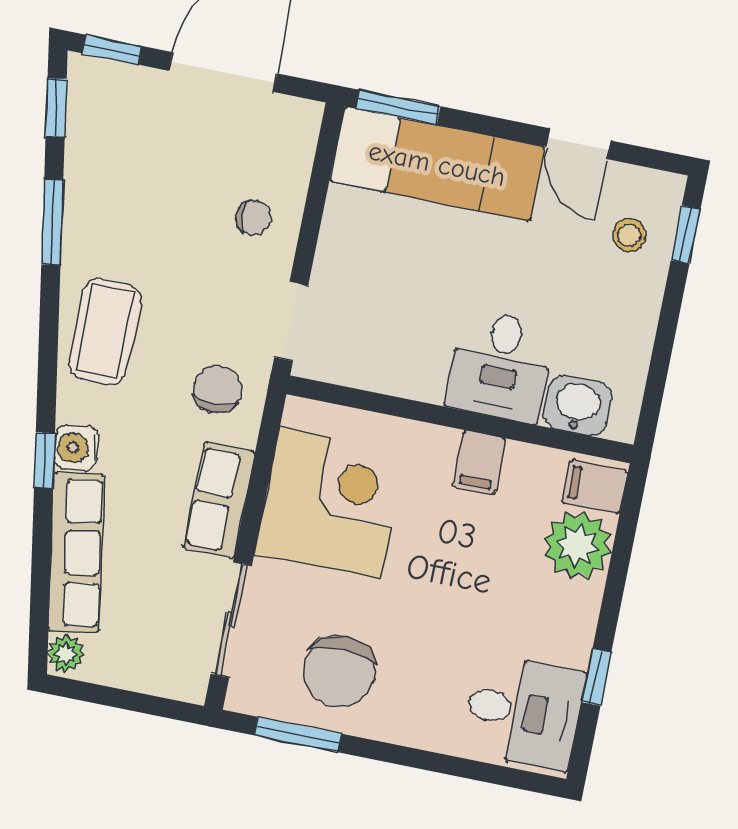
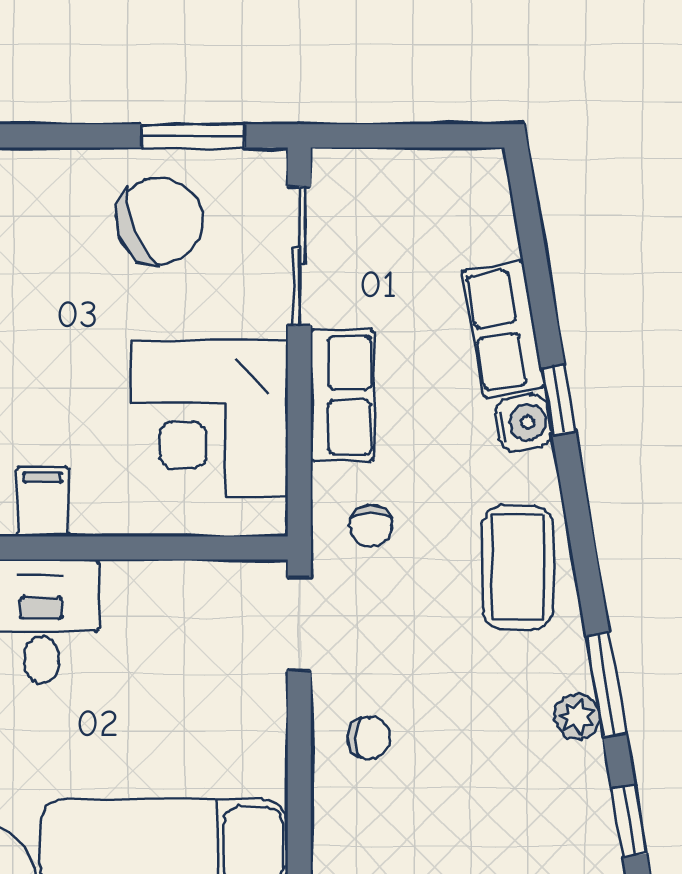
chair: (253, 217) -> (369, 738), turned 180
chair: (217, 389) -> (371, 526), width x0.73, depth x0.73
row of seats: (76, 553) -> (504, 329), width x0.68
plant: (66, 654) -> (577, 717), moved
chair: (339, 671) -> (159, 221), turned 69

